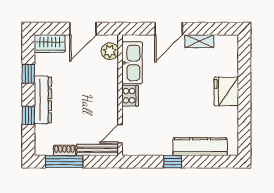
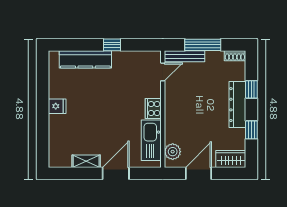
fridge: (226, 91) -> (57, 106), width x0.53, depth x0.75
shoe rack: (64, 150) -> (235, 56), moved
window: (64, 162) -> (203, 45), moved

